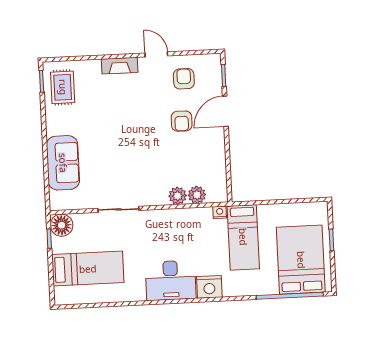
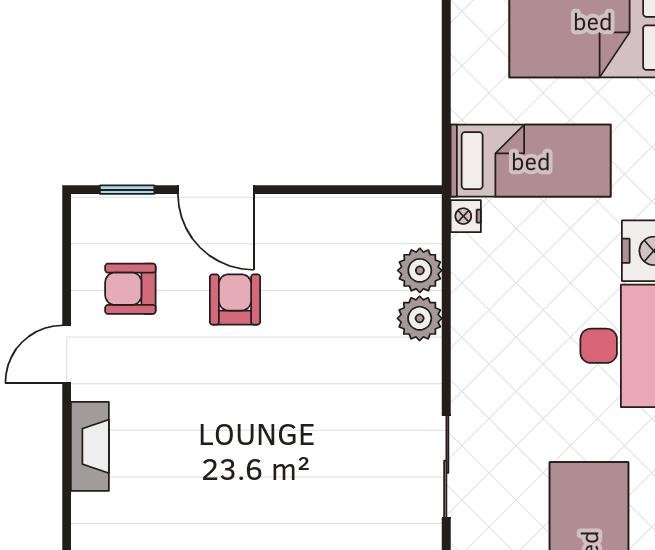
armchair: (182, 121) -> (235, 299), turned -90

